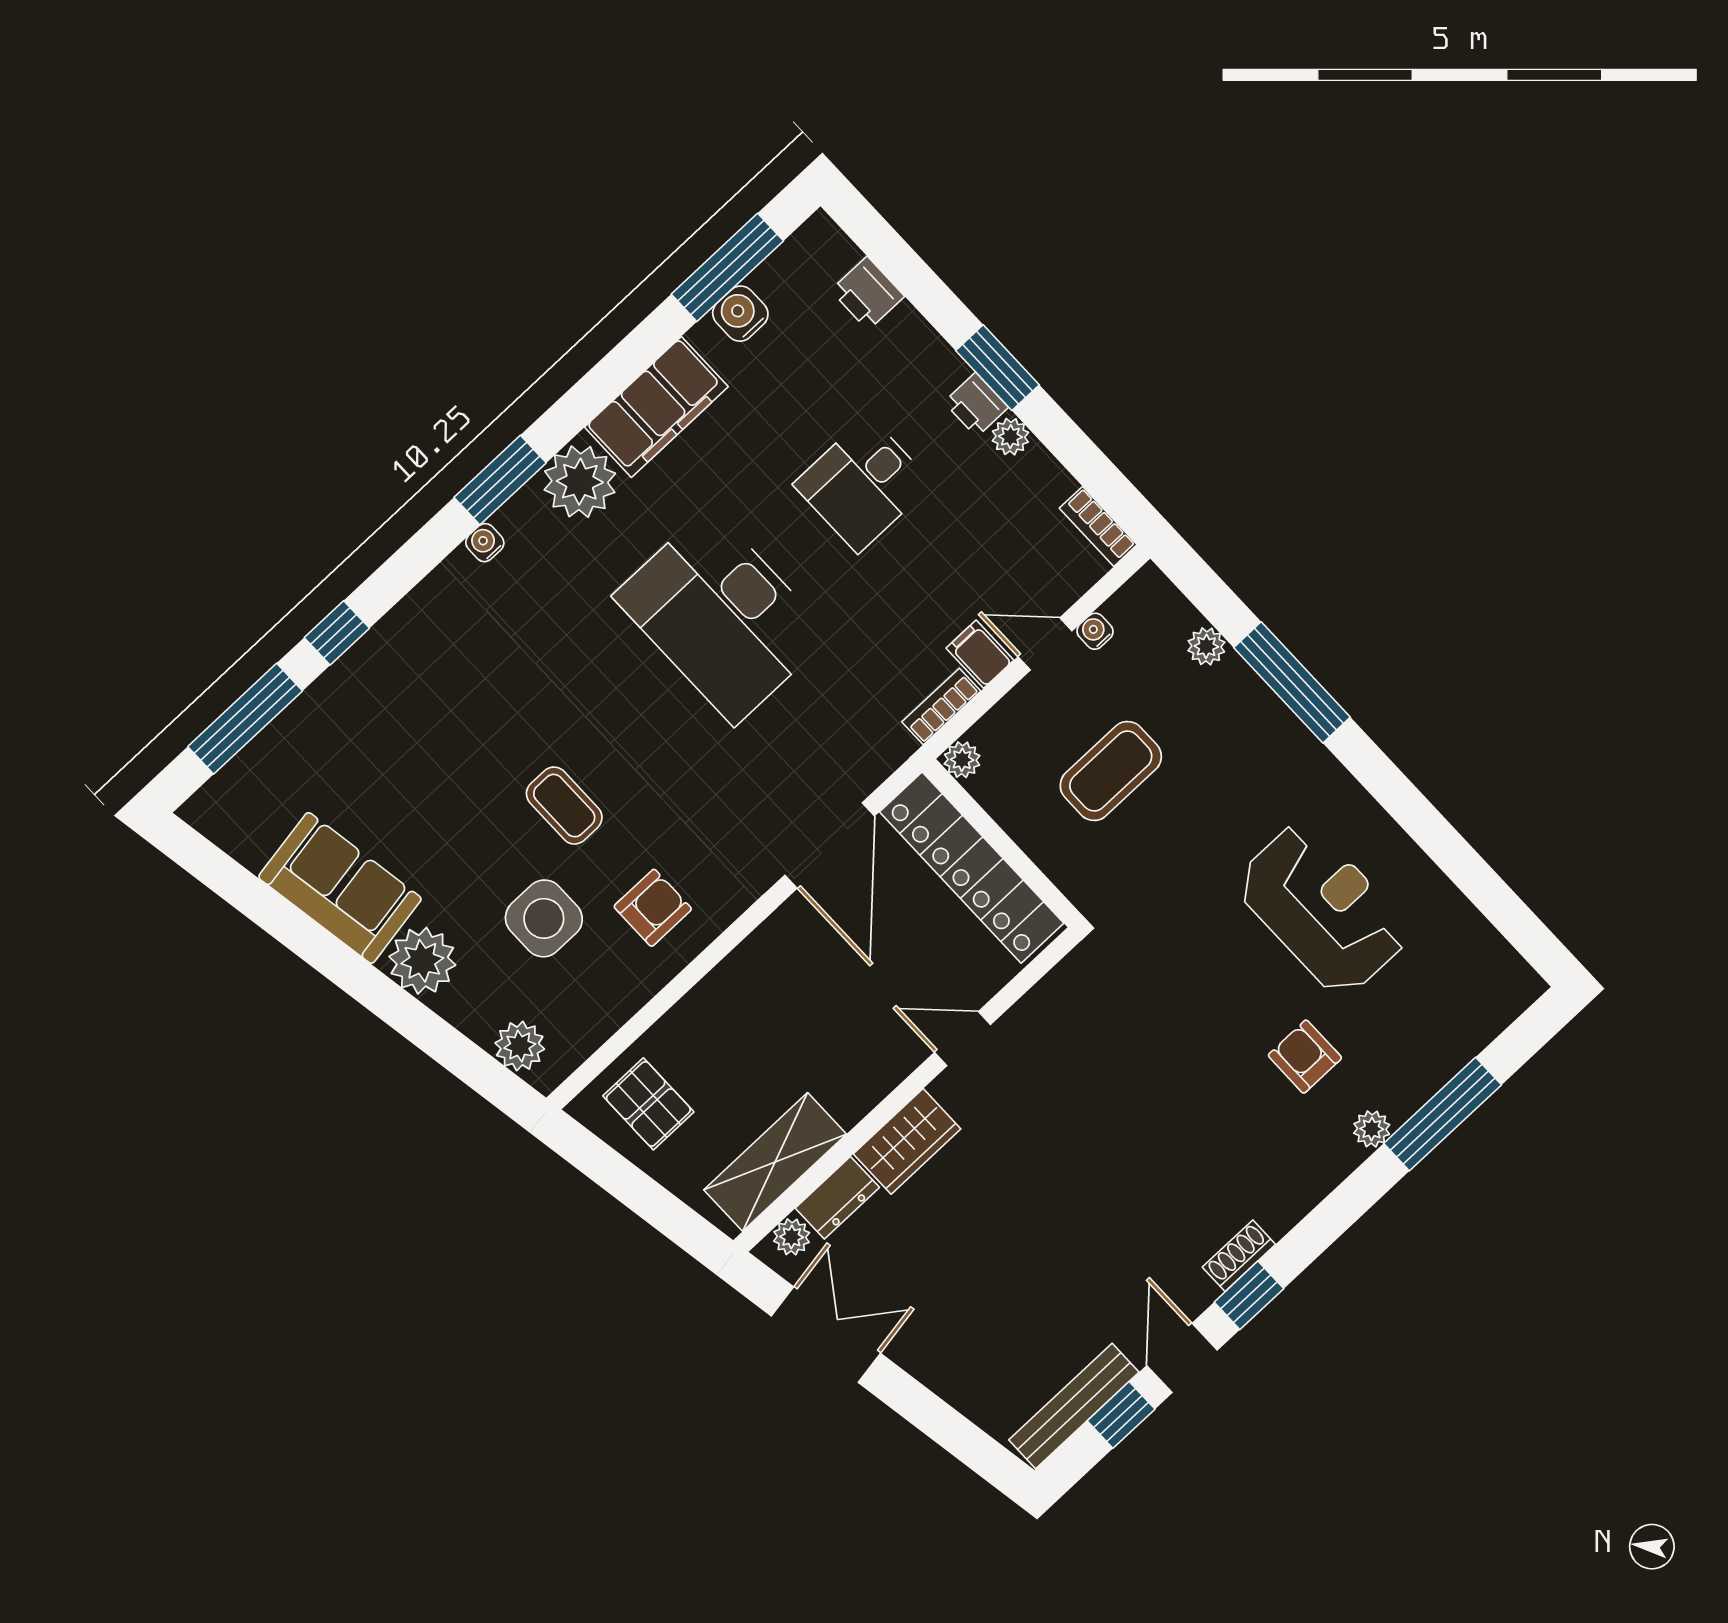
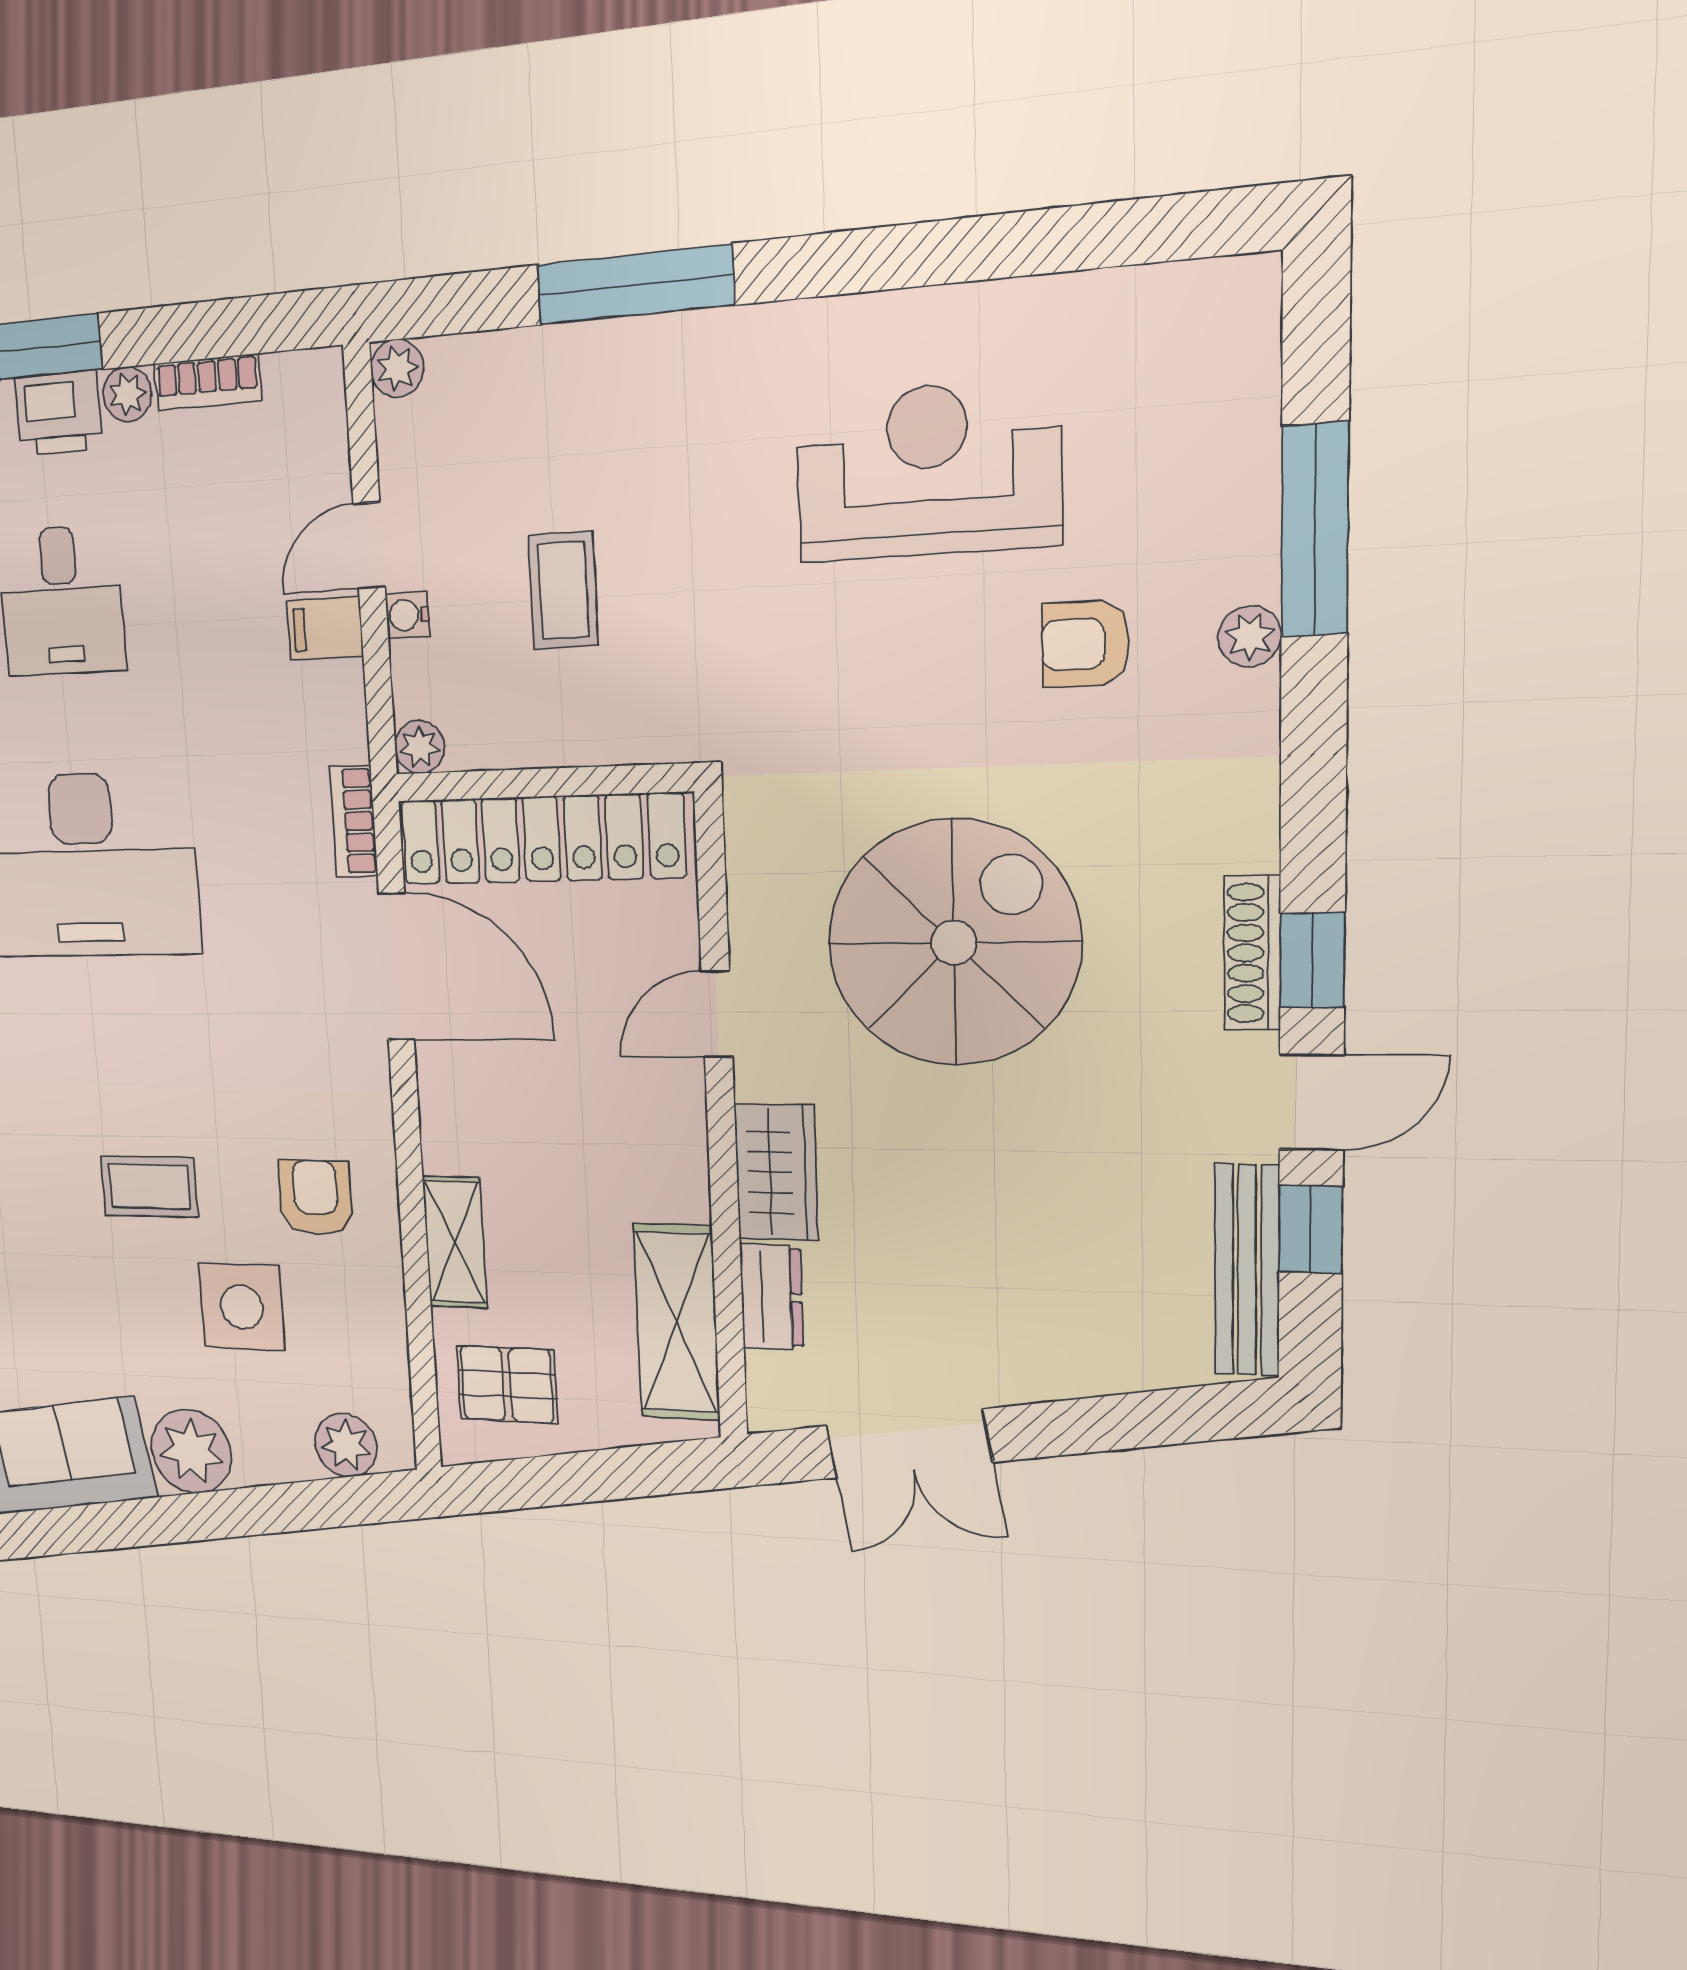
printer: (976, 405) -> (58, 413), width x1.36, depth x1.24
bookcase: (1098, 526) -> (208, 382), moved
water cooler: (1095, 631) -> (407, 615), moved
plant: (1206, 646) -> (397, 368), moved
bookcase: (941, 706) -> (354, 821), moved
coffee table: (1111, 771) -> (563, 591), width x0.73, depth x0.77
shelving: (703, 1007) -> (455, 1242), added
spiral stairs: (1107, 1124) -> (954, 943), added
plant: (792, 1237) -> (771, 1379), removed
shoe rack: (1239, 1256) -> (1252, 953), width x1.43
double door: (826, 1335) -> (909, 1444), swing flipped
door: (1182, 1358) -> (1311, 1102), swing flipped

